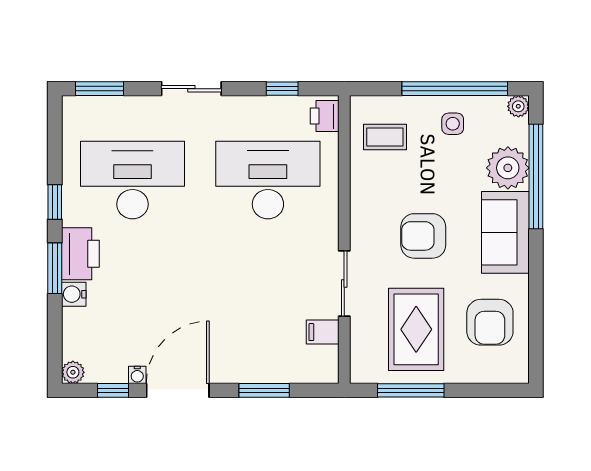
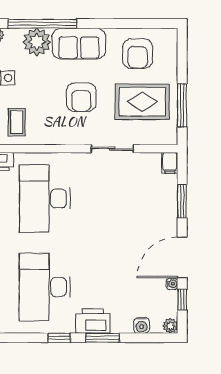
water cooler: (74, 294) -> (142, 325), moved
armchair: (490, 322) -> (138, 54), turned 90
filing cabinet: (323, 332) -> (170, 163), moved
door: (178, 390) -> (182, 257), hinge flipped

